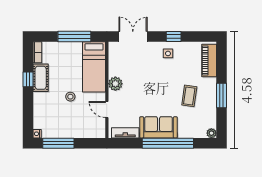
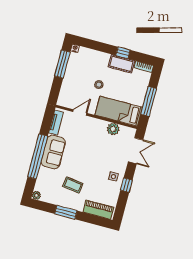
plant: (115, 84) -> (113, 129), moved

